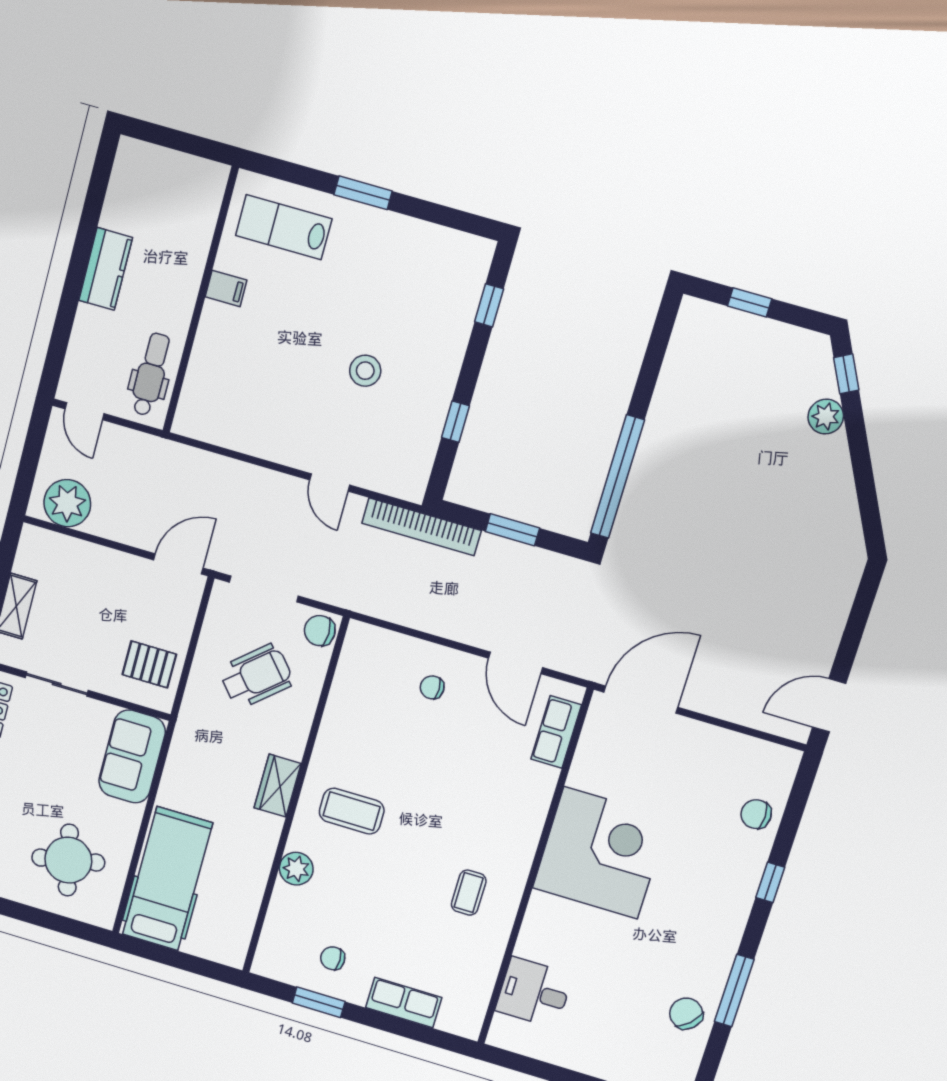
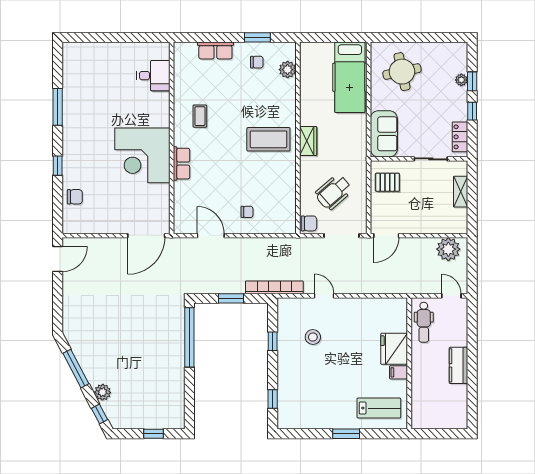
fridge: (222, 338) -> (394, 349), added
stool: (365, 371) -> (313, 337), moved
window: (864, 480) -> (76, 369), added
row of seats: (556, 732) -> (181, 164), moved
coffee table: (352, 811) -> (268, 139), width x1.36, depth x1.32
plant: (296, 869) -> (288, 70), moved
chair: (686, 1014) -> (77, 88), removed

